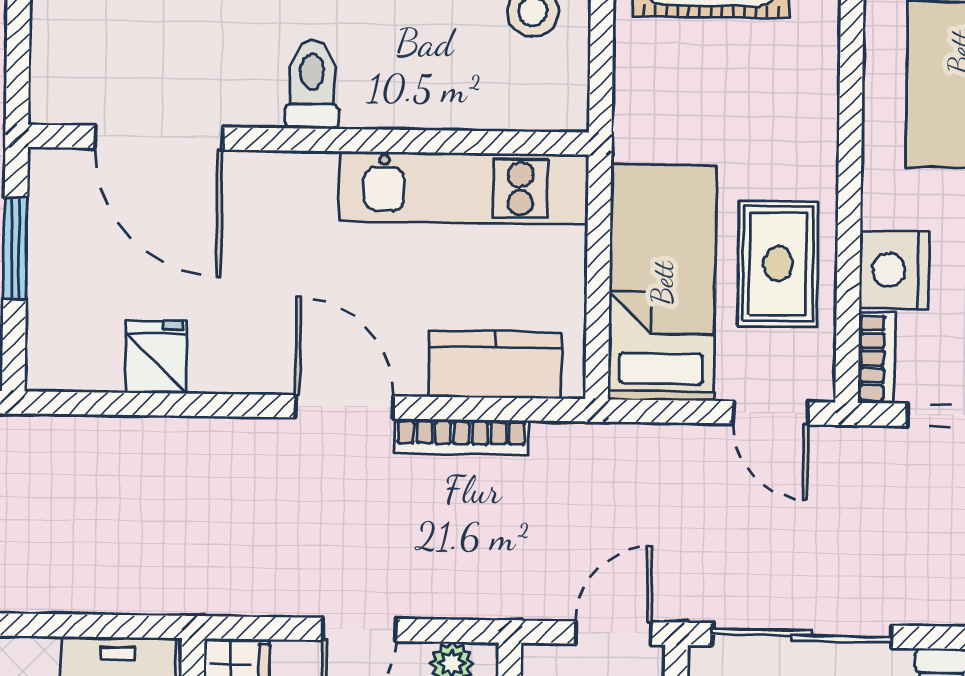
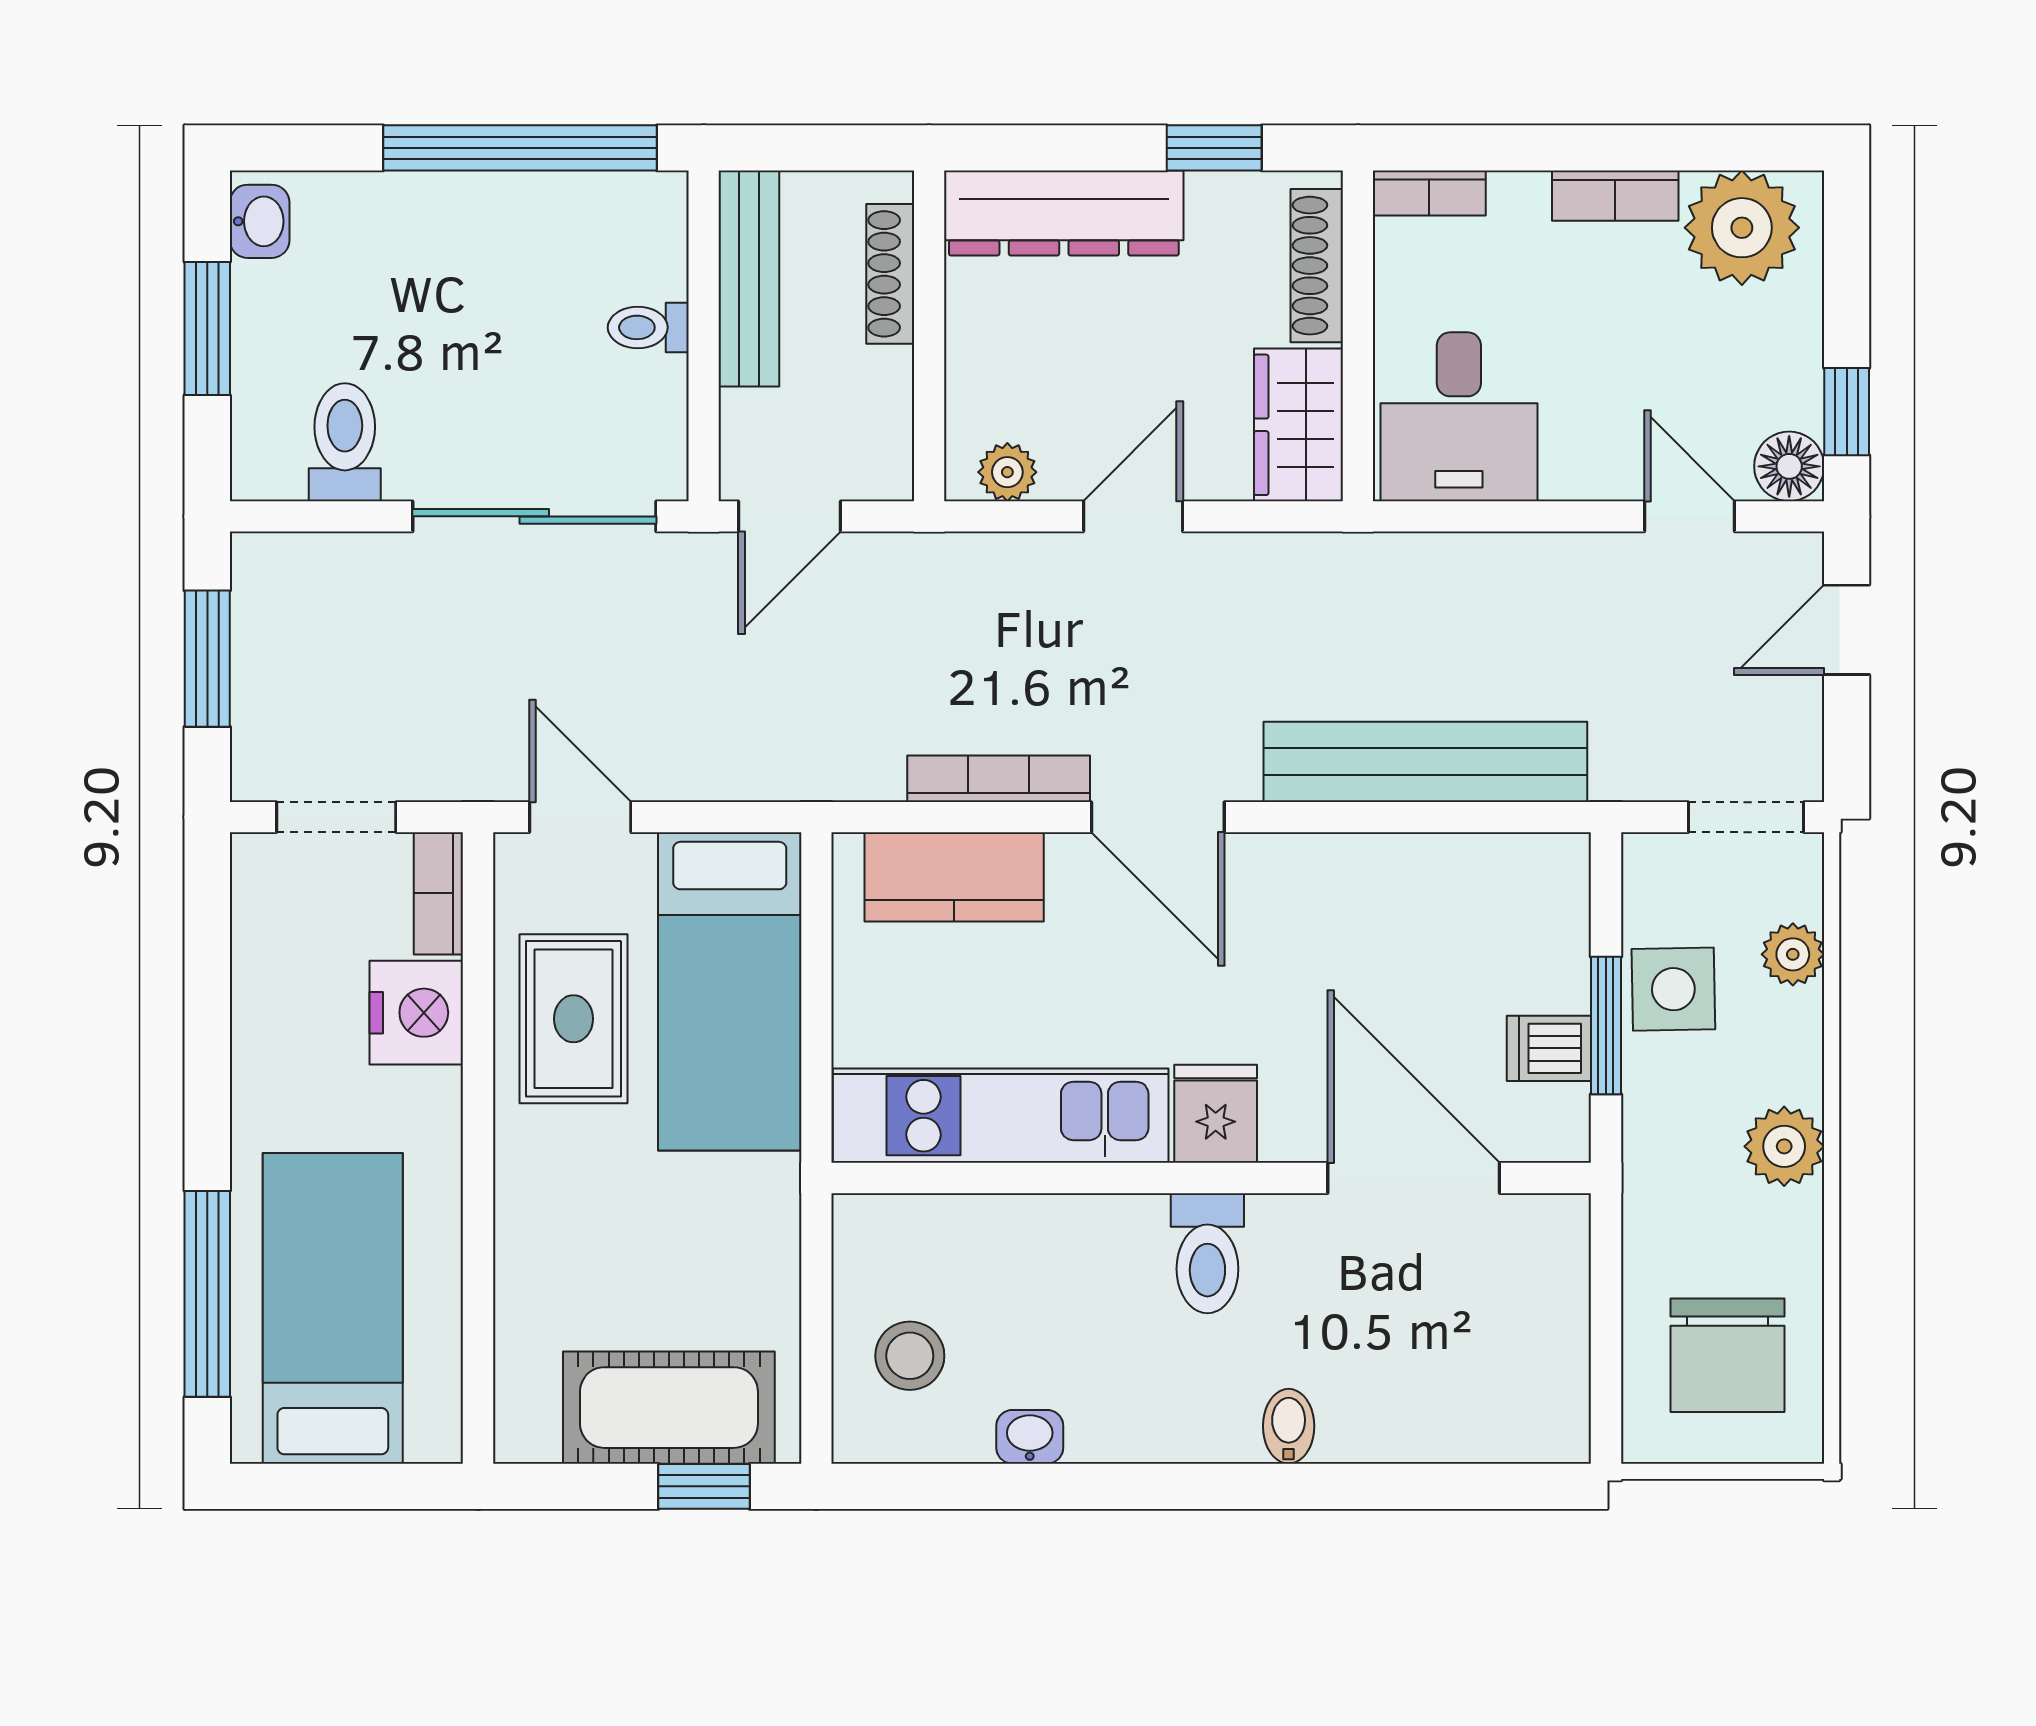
dishwasher: (58, 232) -> (1549, 1048), added
fridge: (156, 357) -> (1216, 1114), moved, turned 180
bench: (146, 445) -> (1425, 762), added

